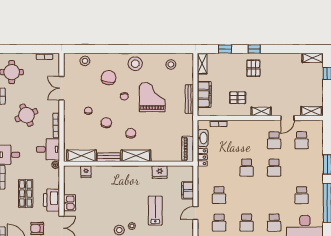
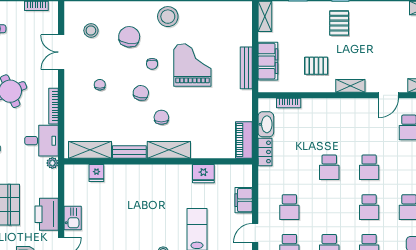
stool: (85, 61) -> (91, 31), moved
stool: (171, 64) -> (220, 18), removed
chair: (106, 123) -> (141, 93), moved
school desk: (274, 140) -> (369, 207), moved

